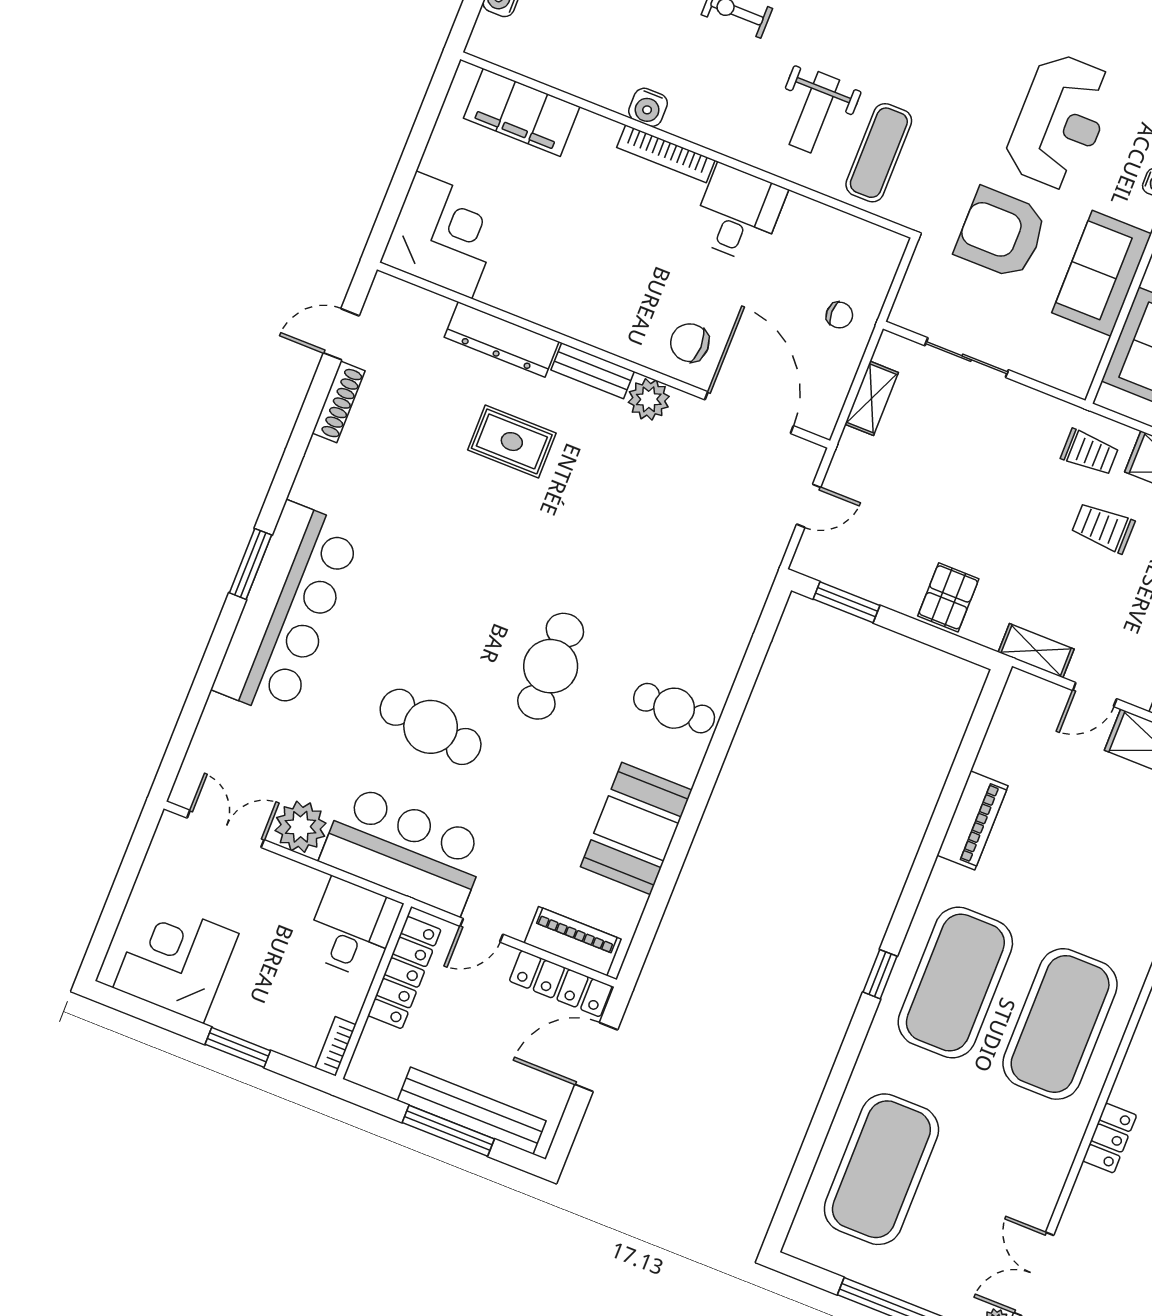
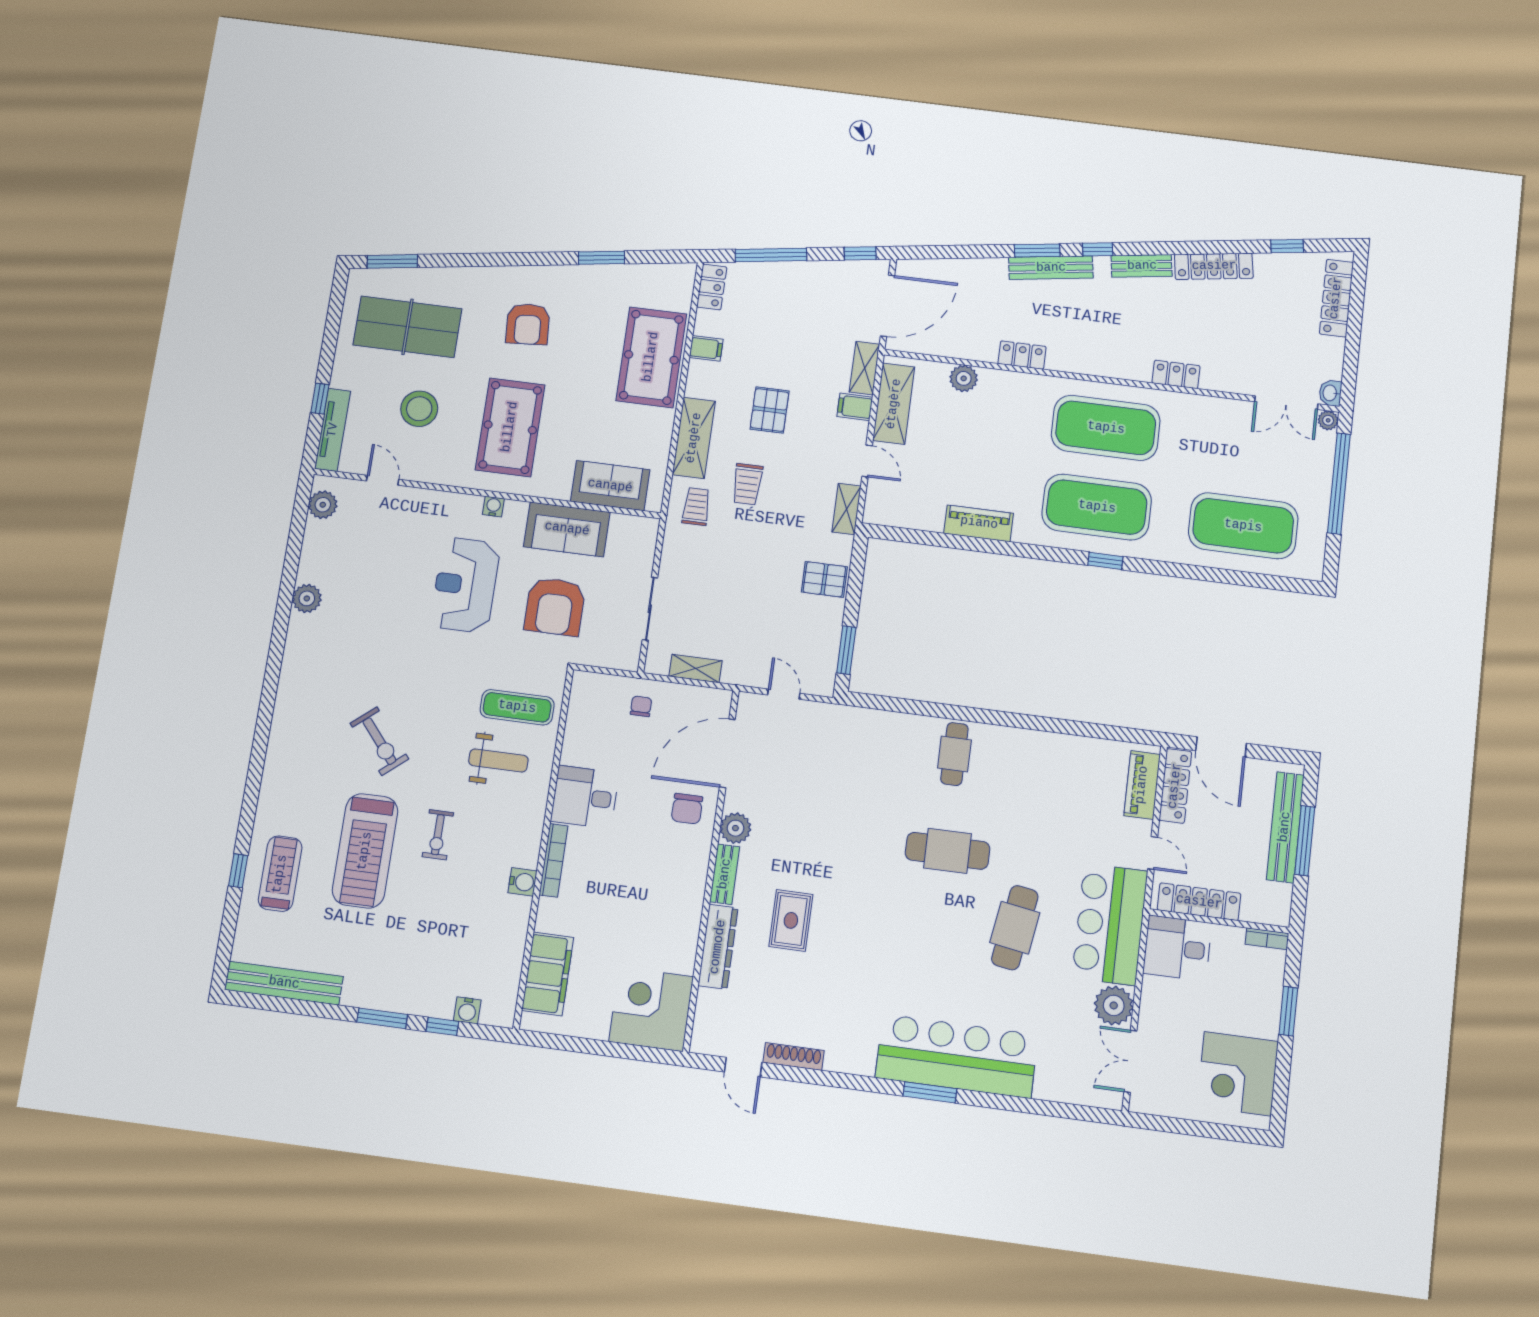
reception desk: (1060, 122) -> (465, 585), turned -90
booth: (636, 828) -> (1048, 759), removed

